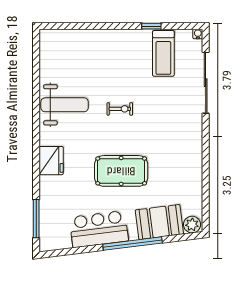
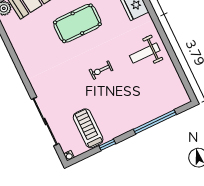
window: (89, 26) -> (155, 122), added
weight bench: (65, 105) -> (145, 53), width x0.73, depth x0.75

